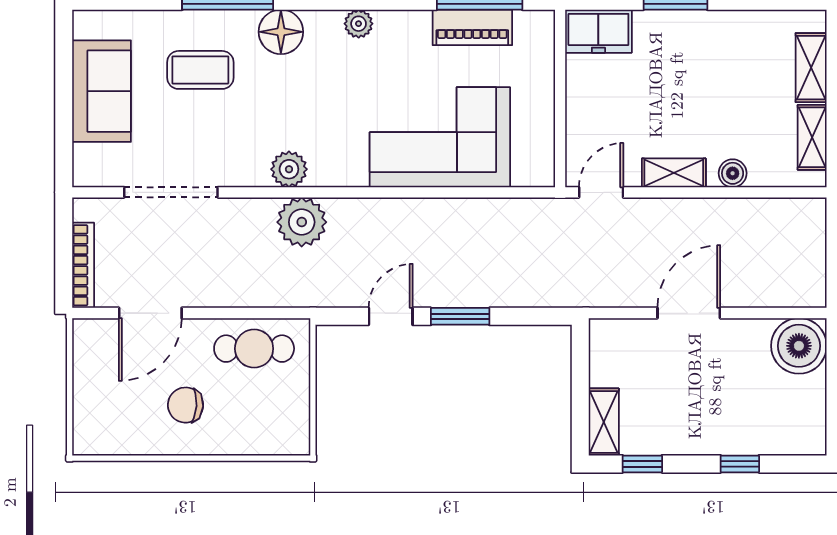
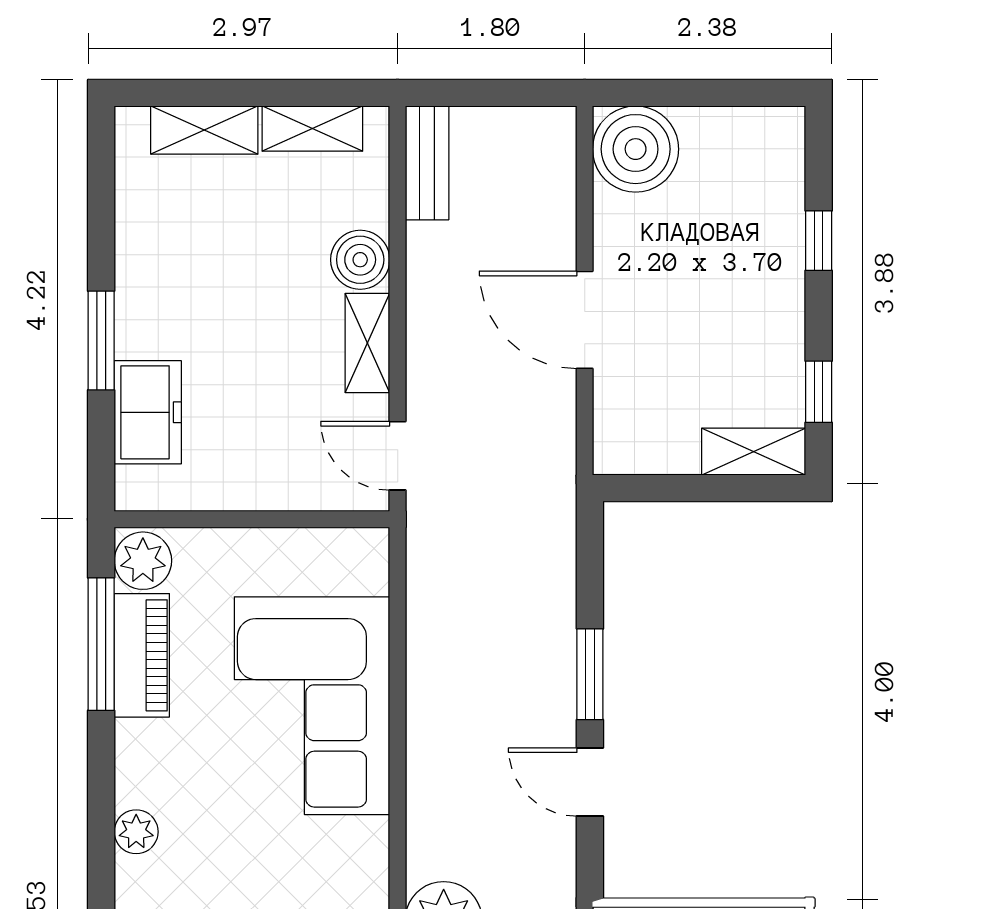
plant: (533, 28) -> (143, 561), added
freezer: (598, 31) -> (148, 412), moved
boiler: (733, 173) -> (360, 260), width x1.36, depth x1.36
bench: (790, 211) -> (427, 163), added

